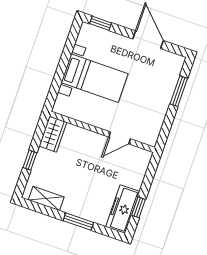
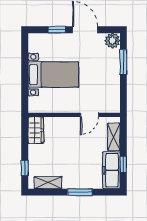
window: (101, 23) -> (57, 30), moved
plant: (175, 63) -> (112, 41), added
window: (30, 160) -> (25, 168), moved
shelving: (139, 172) -> (114, 137), added

